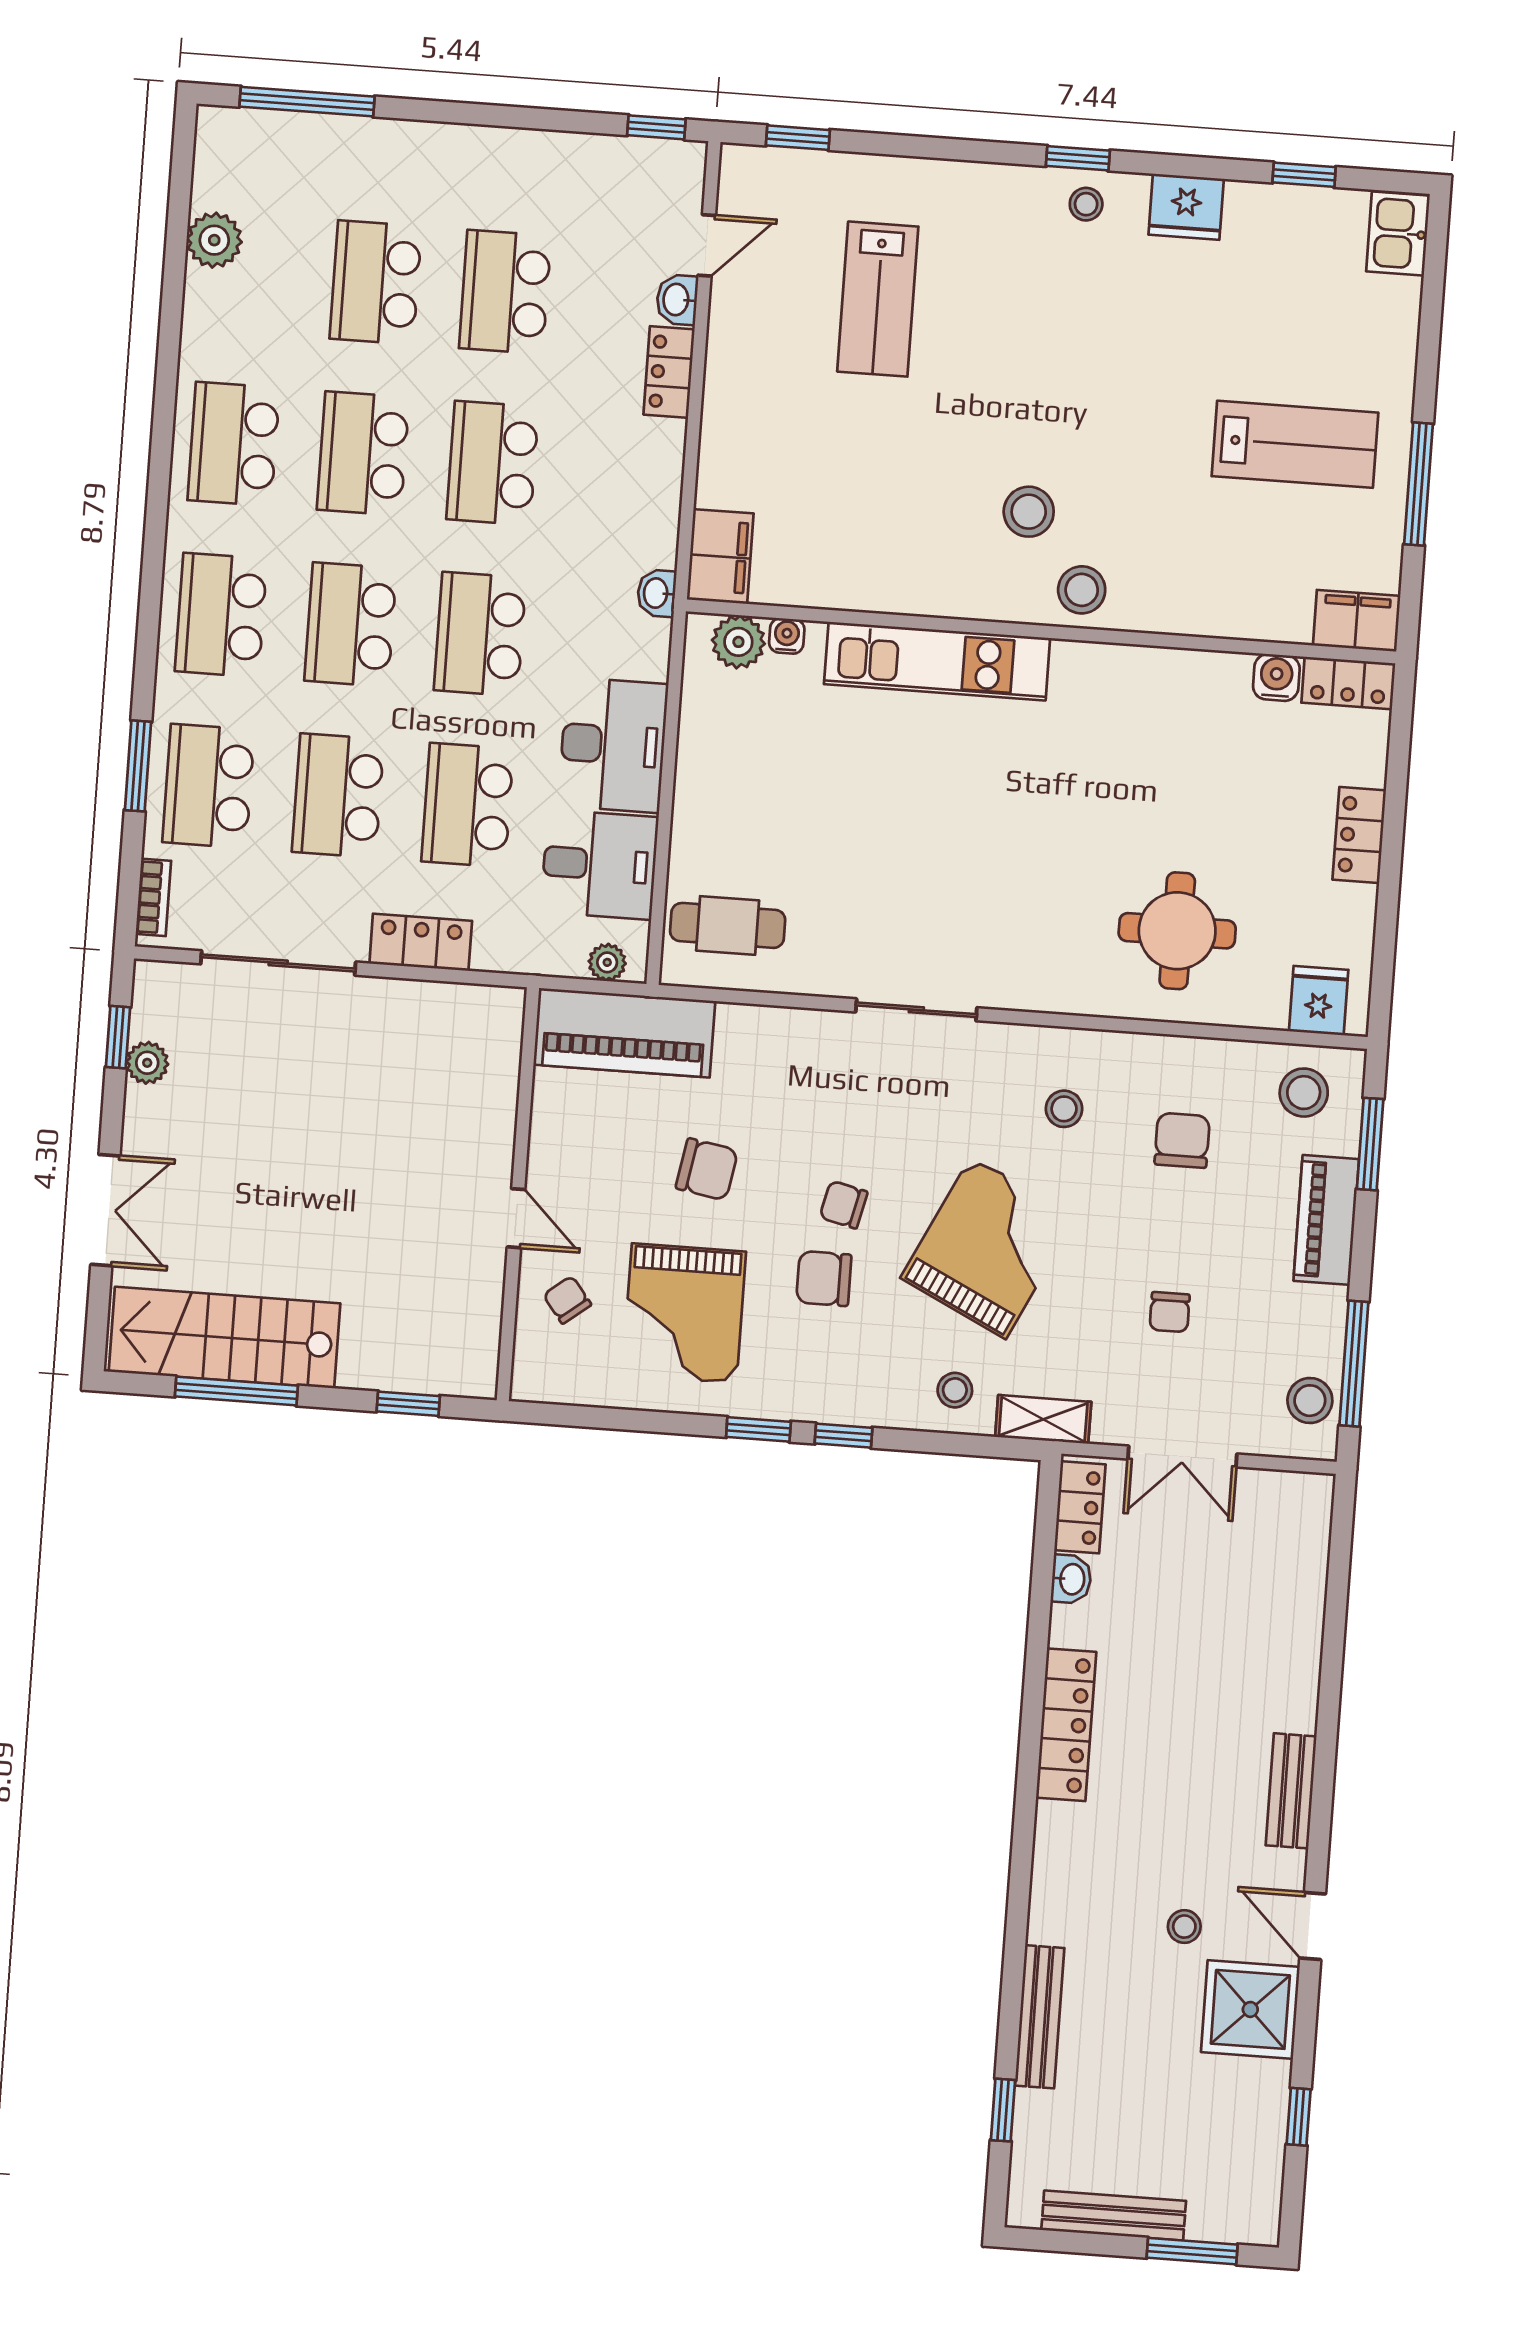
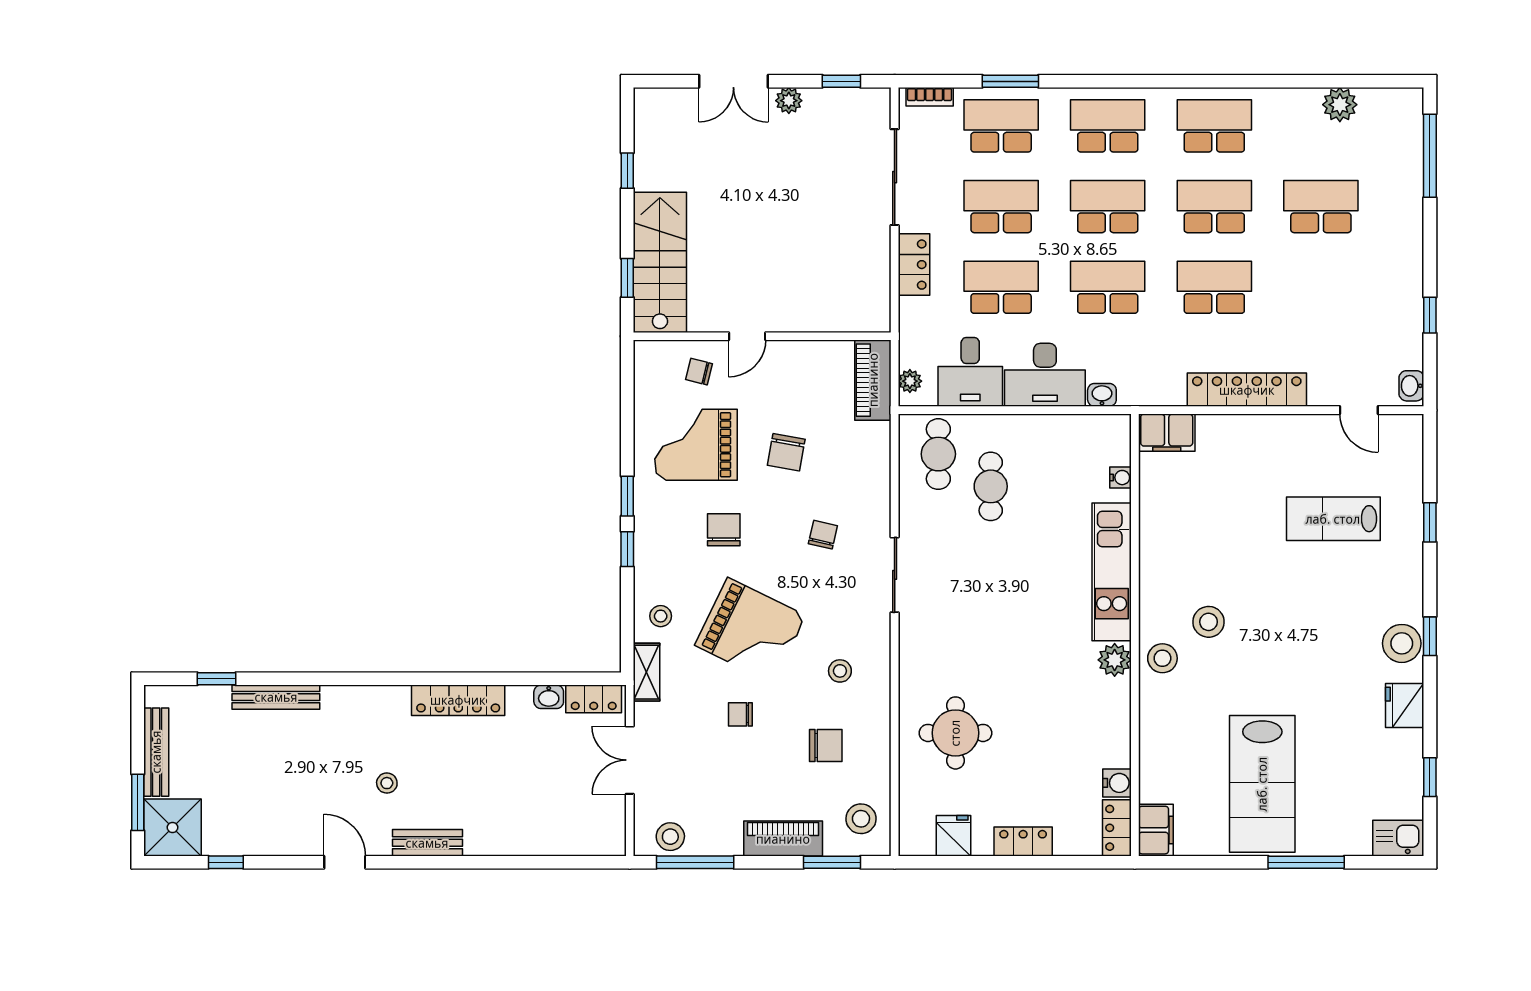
window: (656, 127) -> (1430, 315), moved
window: (798, 138) -> (1430, 522), moved
stool: (1086, 204) -> (1402, 643), width x1.89, depth x1.89
school desk: (505, 292) -> (1321, 287), removed
washbasin: (677, 300) -> (1411, 386), moved, turned -90
locker: (669, 372) -> (1247, 390), width x2.16, depth x1.21
lab bench: (1295, 444) -> (1262, 784), width x1.36, depth x1.39
window: (1419, 484) -> (1306, 862), moved
washbasin: (657, 593) -> (1102, 395), moved
plant: (738, 642) -> (1115, 660), moved
cafe table: (786, 845) -> (991, 486), added
fridge: (1319, 1001) -> (953, 836), moved, turned -90
piano: (624, 1033) -> (873, 380), width x0.73, depth x0.75
plant: (147, 1063) -> (789, 101), moved
chair: (844, 1205) -> (823, 535), moved
chair: (567, 1300) -> (699, 372), turned -128
chair: (1170, 1312) -> (740, 714), moved
stairs: (224, 1338) -> (660, 262), moved
window: (236, 1391) -> (627, 171), width x0.46
door: (1313, 1926) -> (345, 862), hinge flipped
stool: (1184, 1927) -> (387, 783), moved
shower: (1250, 2009) -> (172, 827), moved

